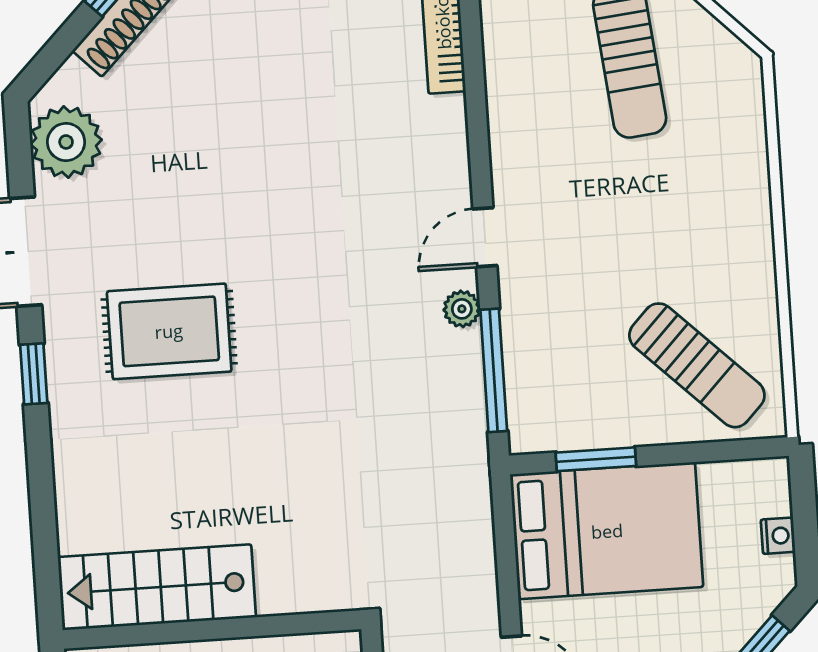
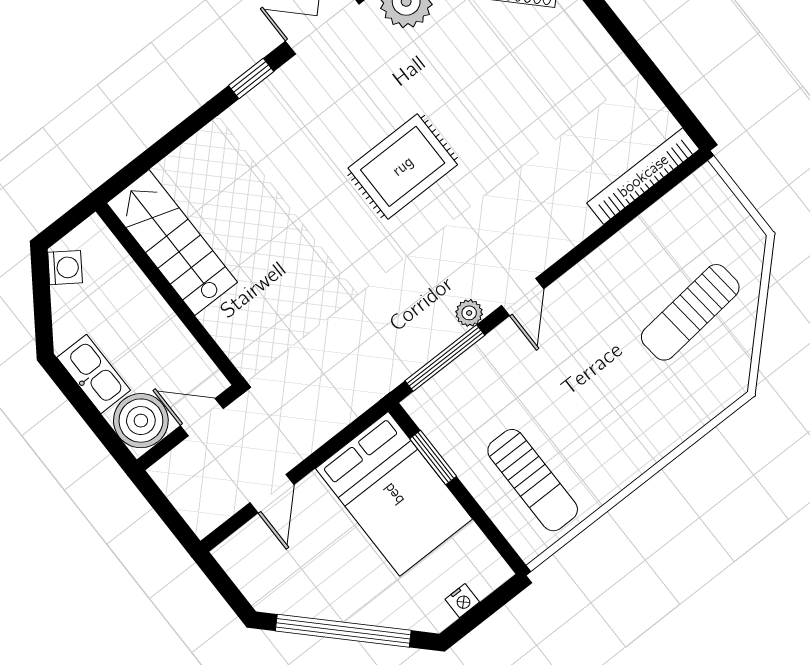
door: (485, 237) -> (523, 297), swing flipped
rug: (169, 331) -> (403, 166), moved, turned 90
sun lounger: (697, 365) -> (533, 480), turned -44

